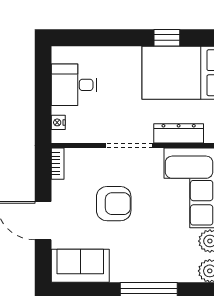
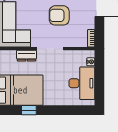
desk: (74, 85) -> (82, 83), width x1.37
dresser: (179, 133) -> (26, 56), width x0.70

